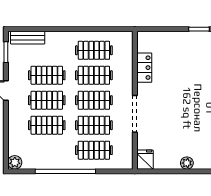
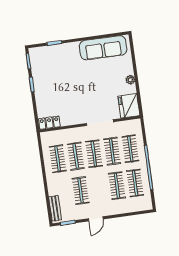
locker: (144, 68) -> (49, 123), moved
clothes rail: (47, 100) -> (135, 183), moved
fridge: (145, 160) -> (129, 106), width x1.88, depth x1.34
plant: (15, 162) -> (147, 205), removed

